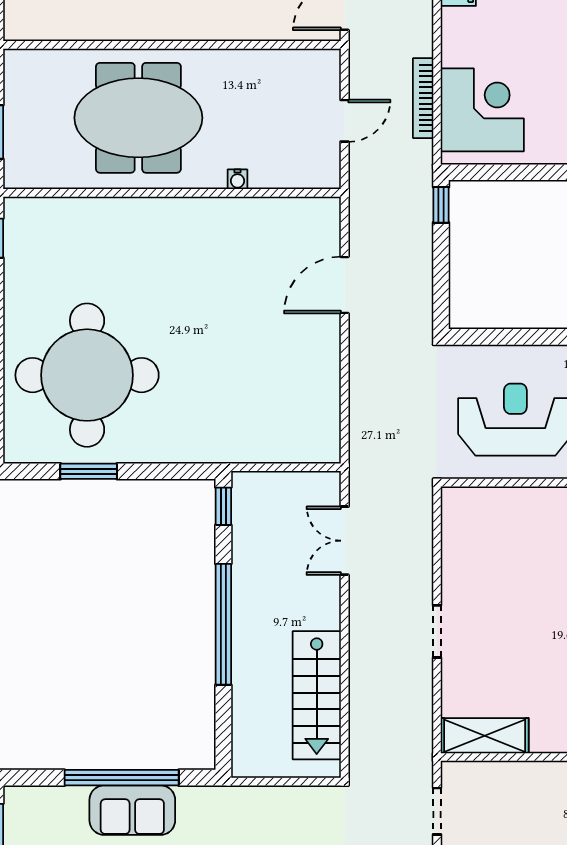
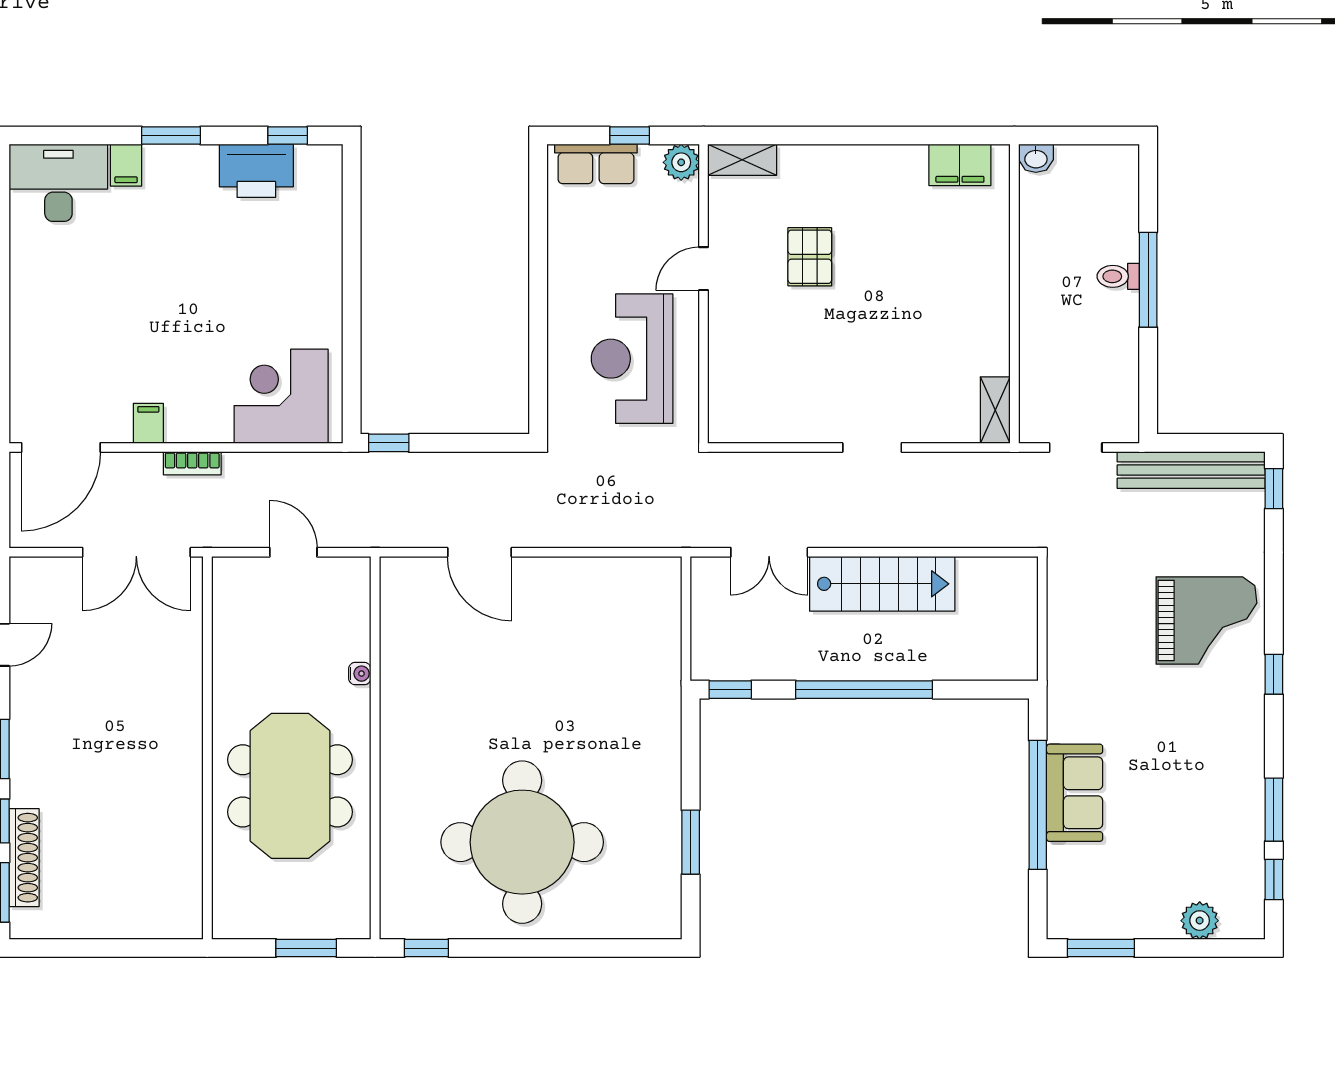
bookcase: (423, 98) -> (192, 463), moved, width x0.64
round table: (87, 375) -> (522, 842), moved
stairs: (317, 695) -> (882, 584), moved
shelving: (485, 736) -> (995, 410), width x0.67, depth x0.75

